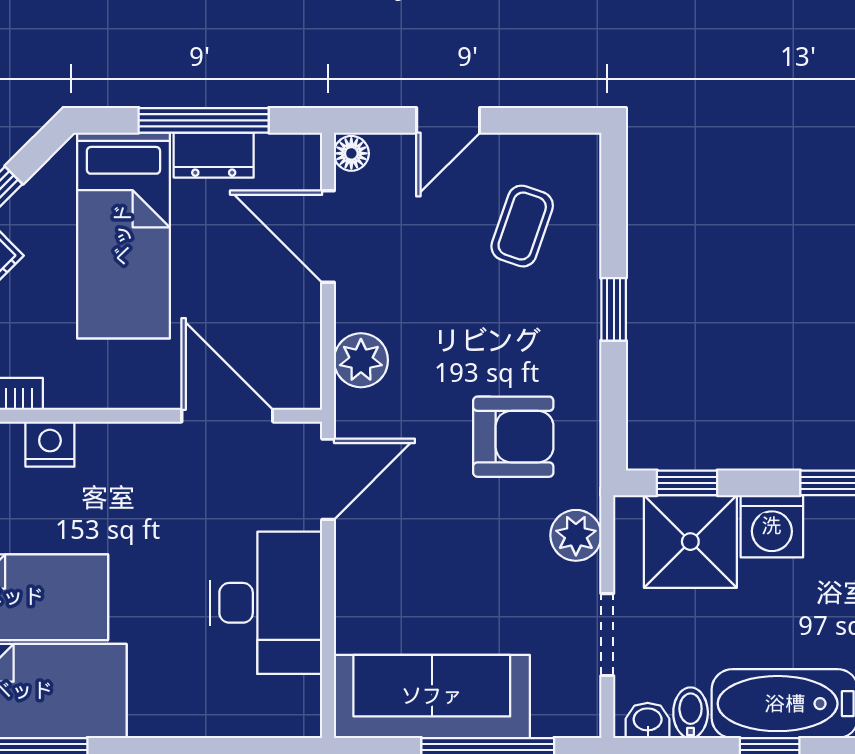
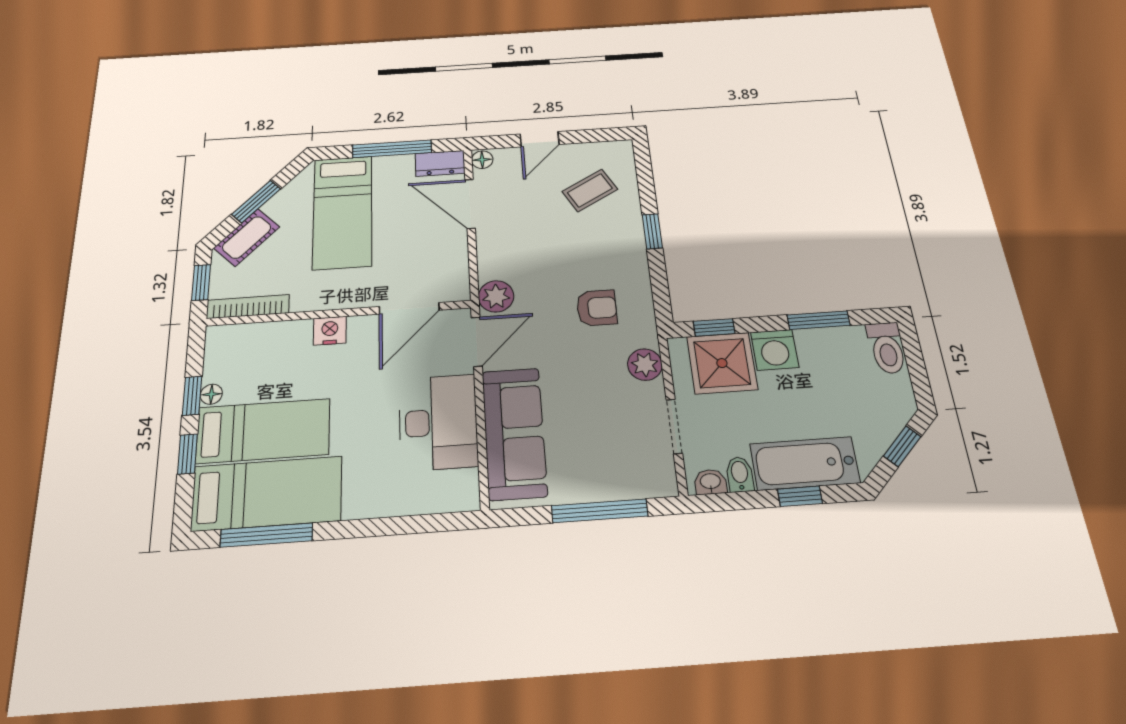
dresser: (214, 155) -> (440, 163), moved
coffee table: (522, 226) -> (590, 190), turned 42
plant: (361, 360) -> (496, 296), moved
door: (227, 416) -> (409, 308), swing flipped
armchair: (513, 437) -> (597, 308), width x0.72, depth x0.72
nightstand: (50, 444) -> (330, 331), moved
sofa: (432, 696) -> (514, 433), moved, turned 90

